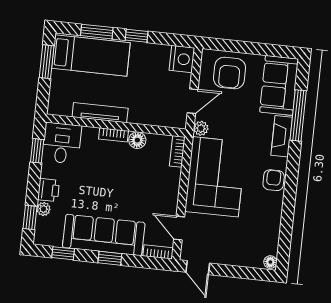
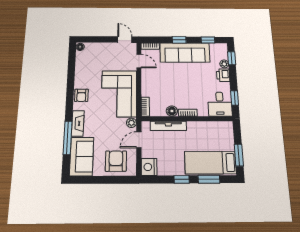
tv unit: (100, 113) -> (168, 126), moved

